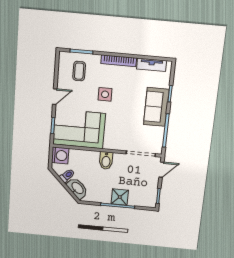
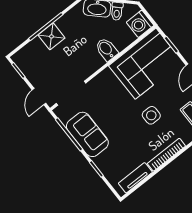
sofa: (156, 107) -> (87, 134), moved
bidet: (106, 160) -> (106, 49), moved

